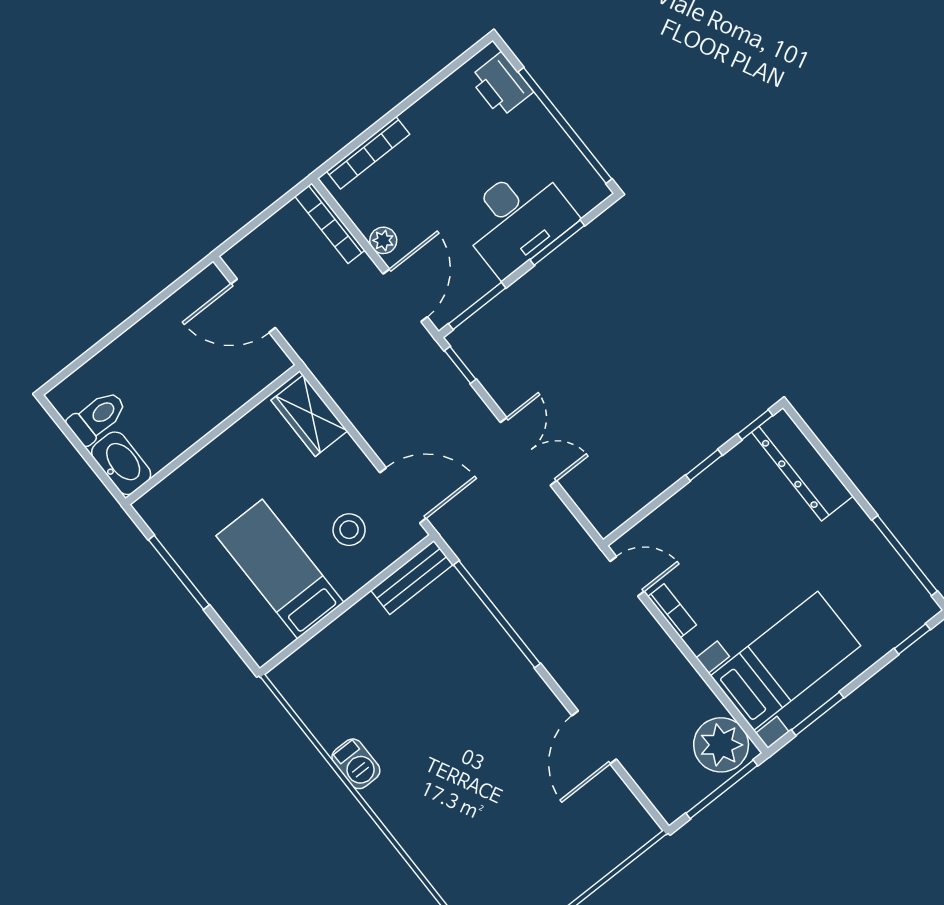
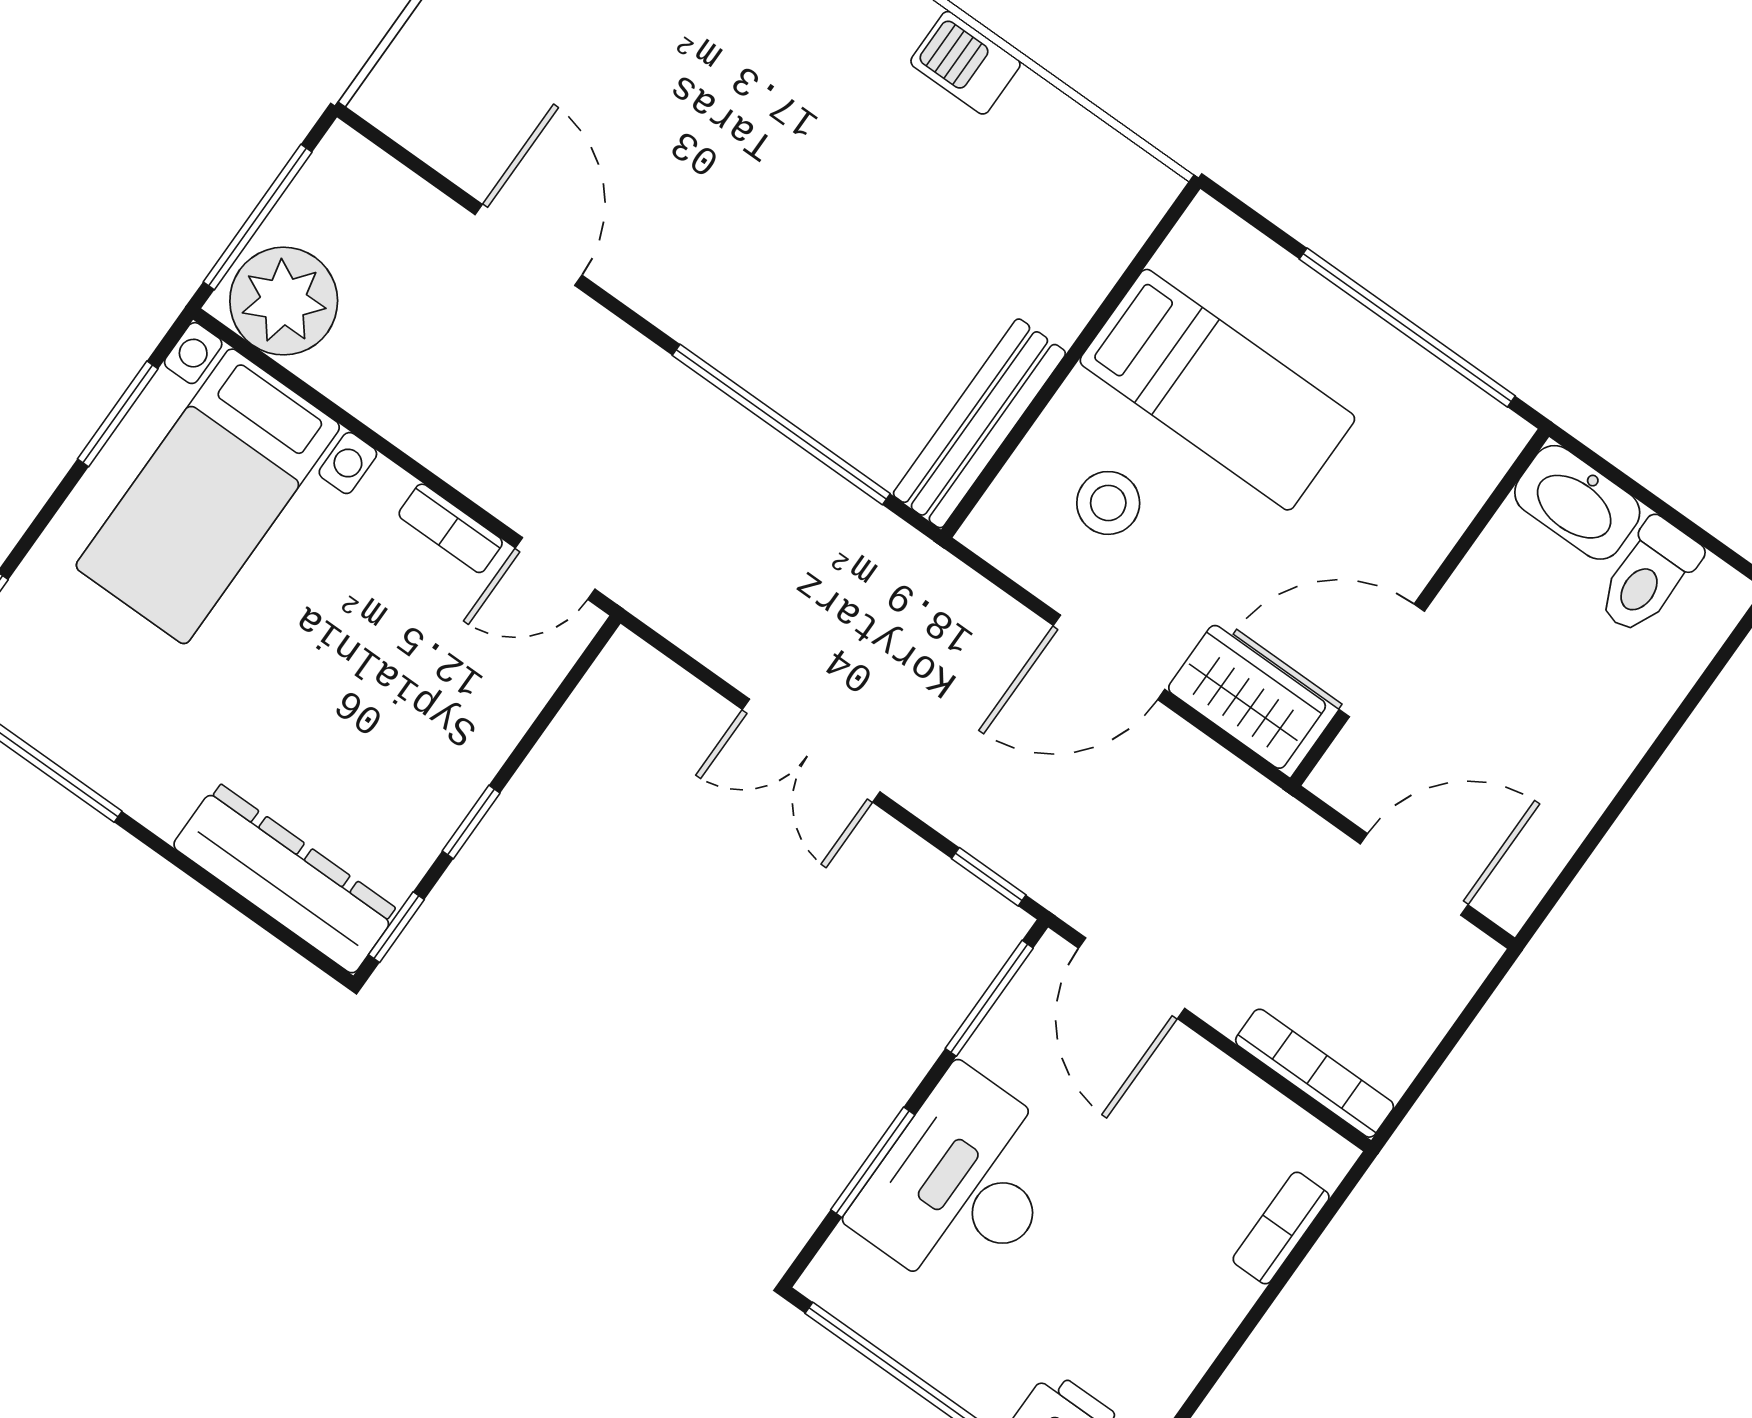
bookcase: (368, 153) -> (1281, 1228), width x0.64
plant: (383, 240) -> (1204, 1070), removed
door: (239, 414) -> (1382, 660), added
door: (403, 495) -> (1109, 657), moved
window: (179, 572) -> (1407, 328), width x1.46
bench: (412, 577) -> (979, 423), width x1.36

